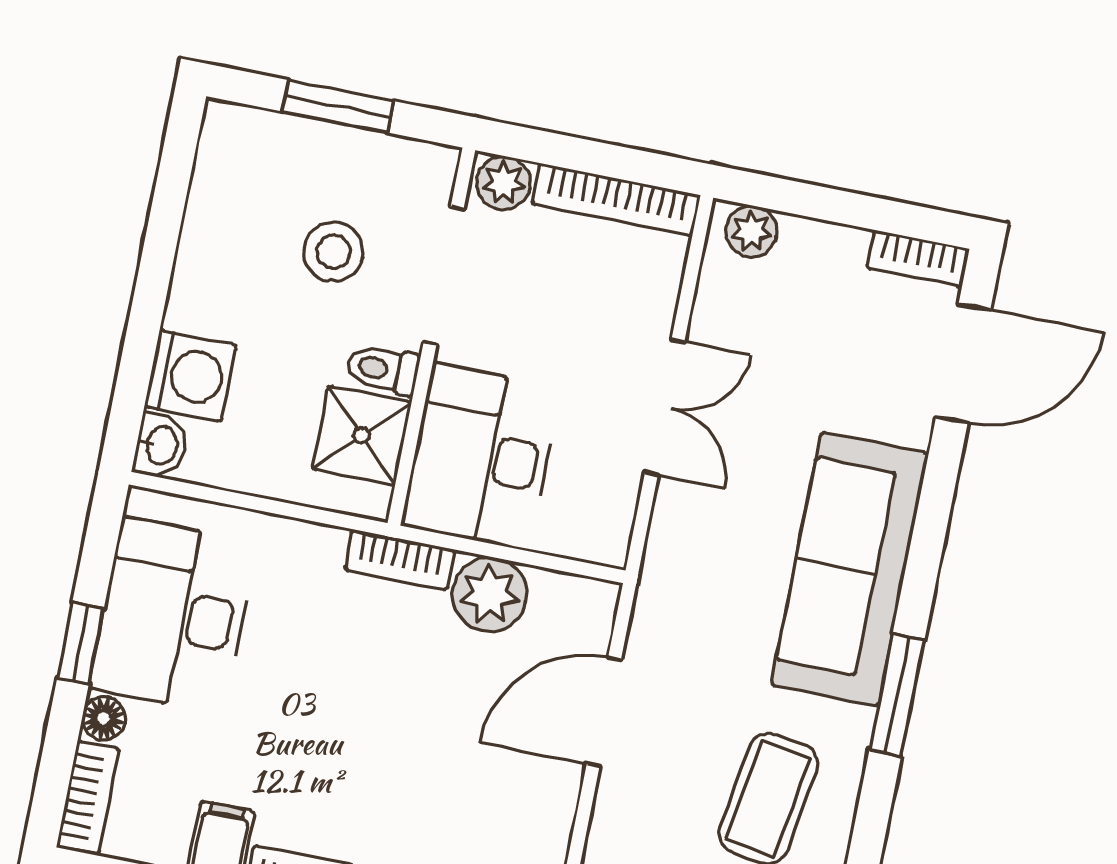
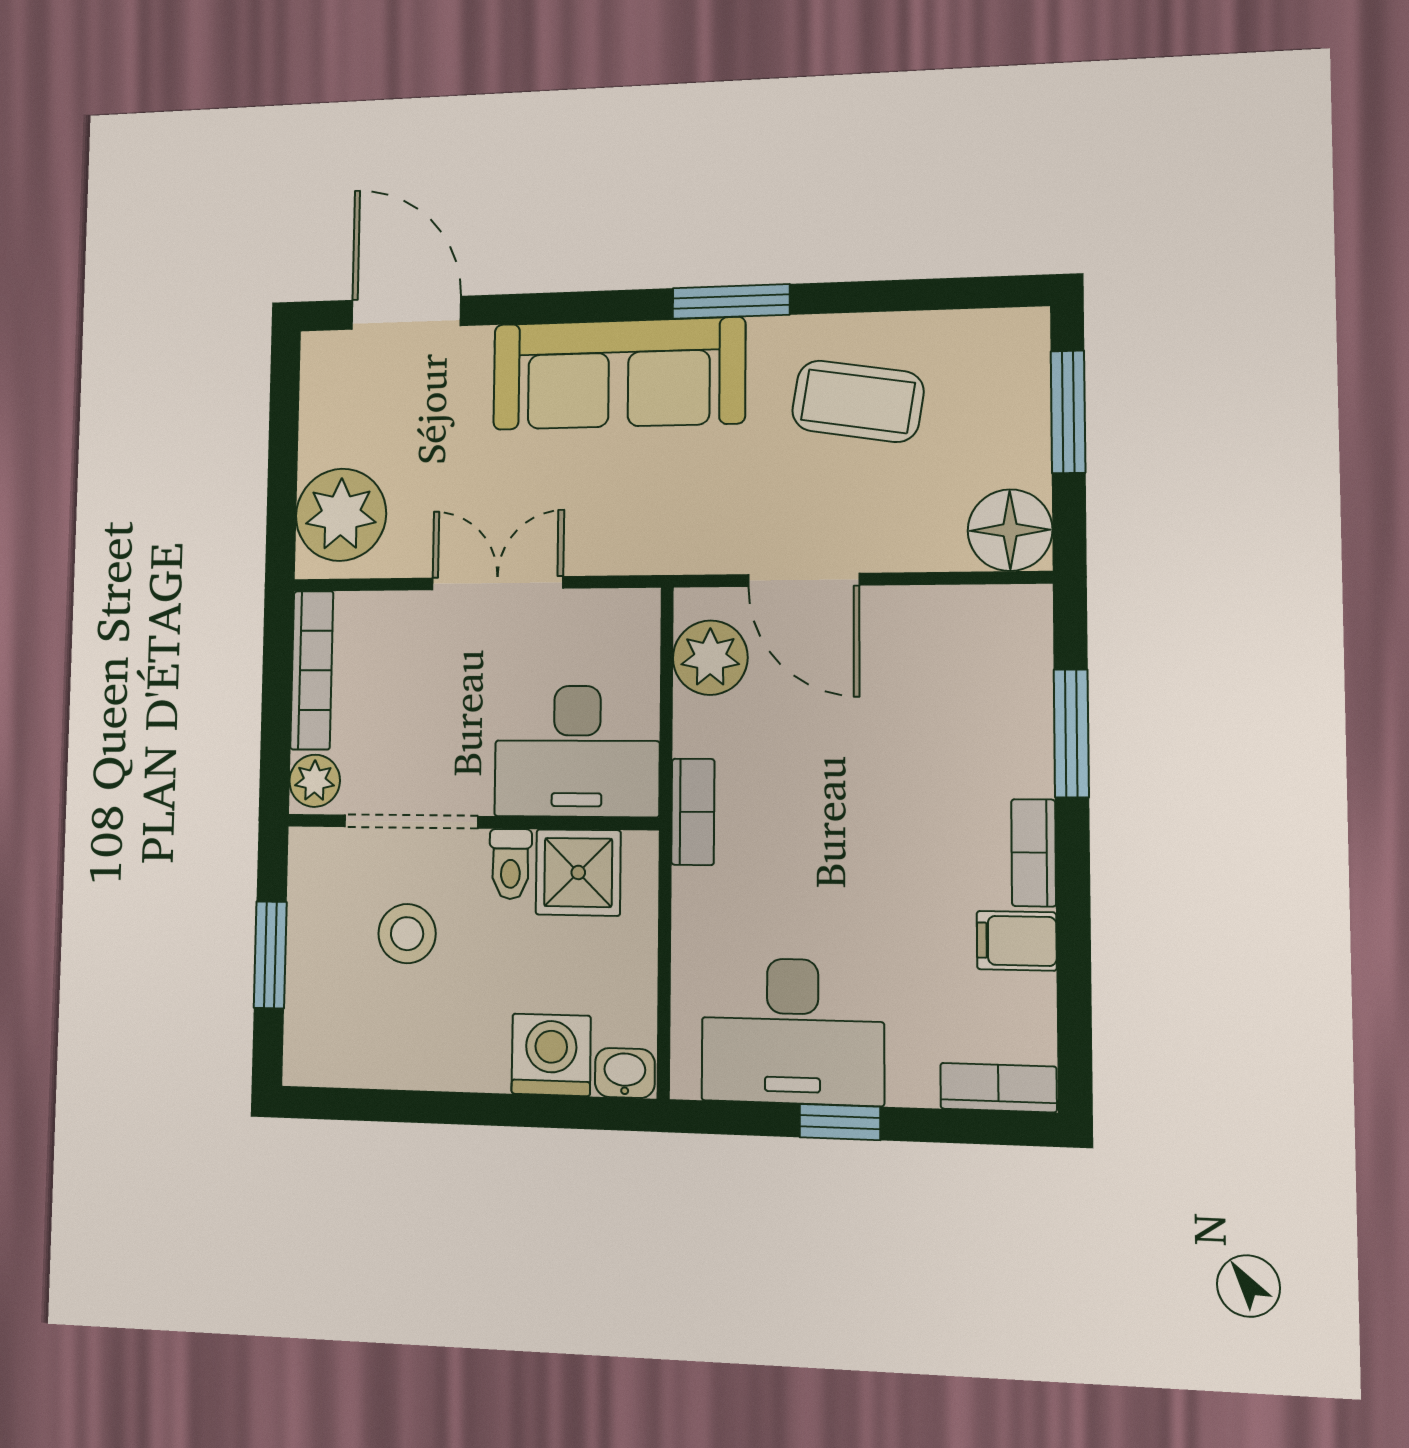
plant: (751, 231) -> (341, 515), width x1.87, depth x1.87
bookcase: (918, 258) -> (318, 377), removed
plant: (489, 594) -> (710, 658), moved
floor lamp: (104, 718) -> (912, 1085), removed

